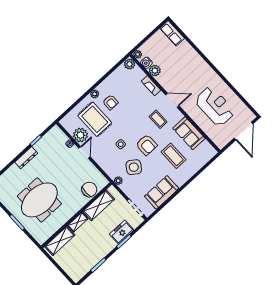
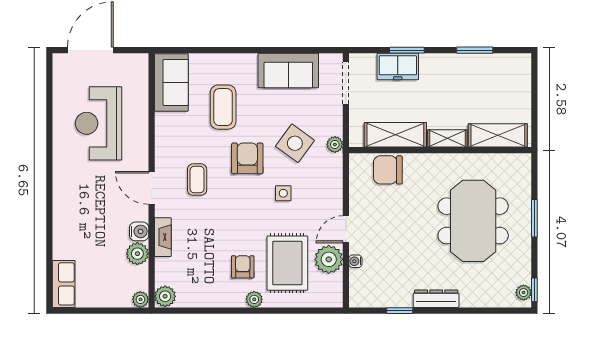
water cooler: (146, 63) -> (139, 231), moved
sofa: (189, 133) -> (171, 82), moved
meeting table: (39, 200) -> (473, 221), turned 90

